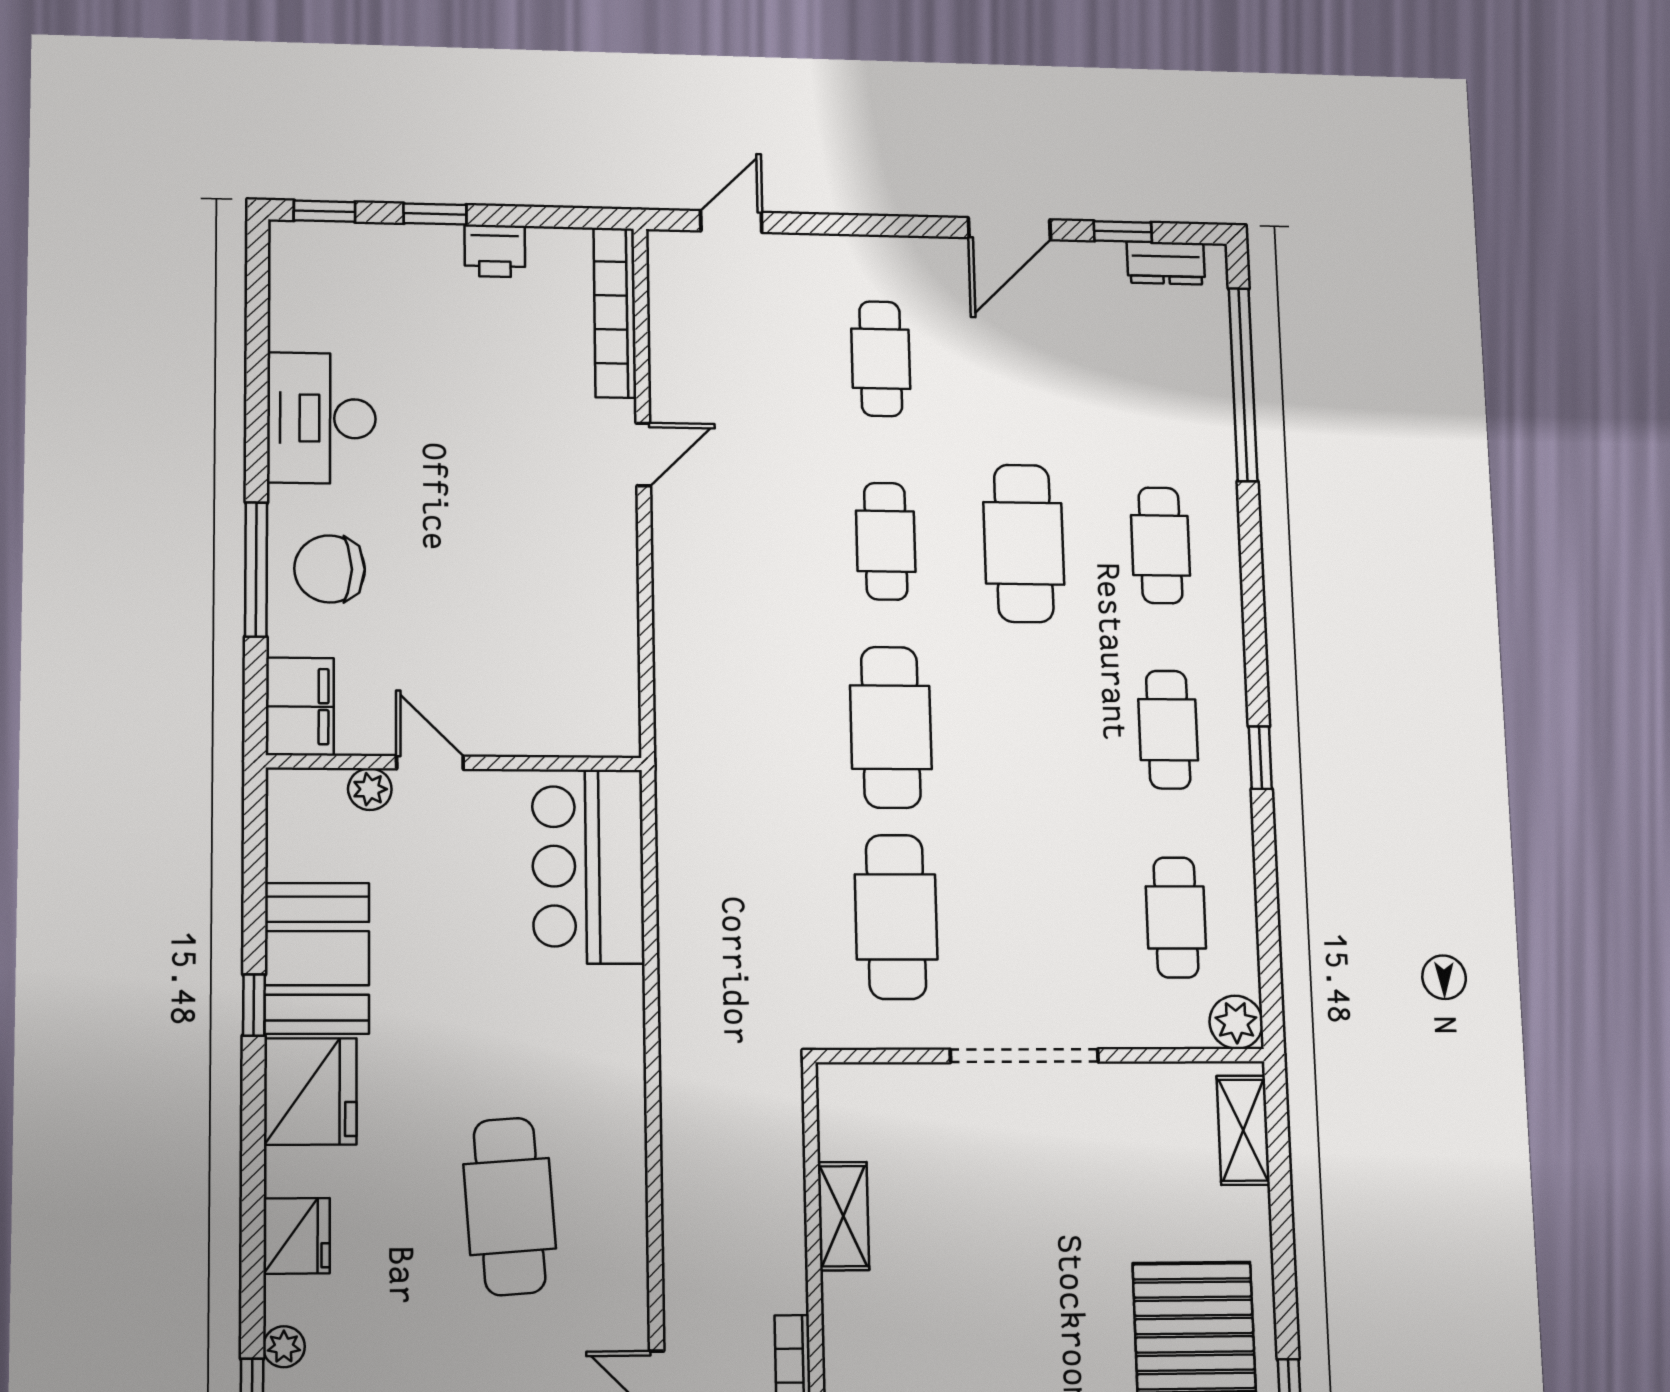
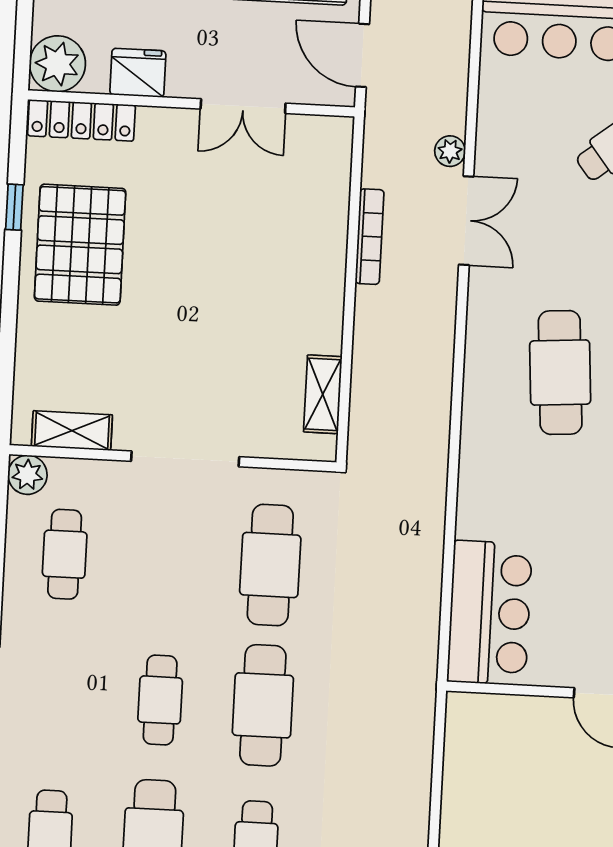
cafe table: (1168, 730) -> (160, 700), moved
shelving: (1243, 1130) -> (72, 431), moved, turned 90
shelving: (843, 1216) -> (323, 394), moved

